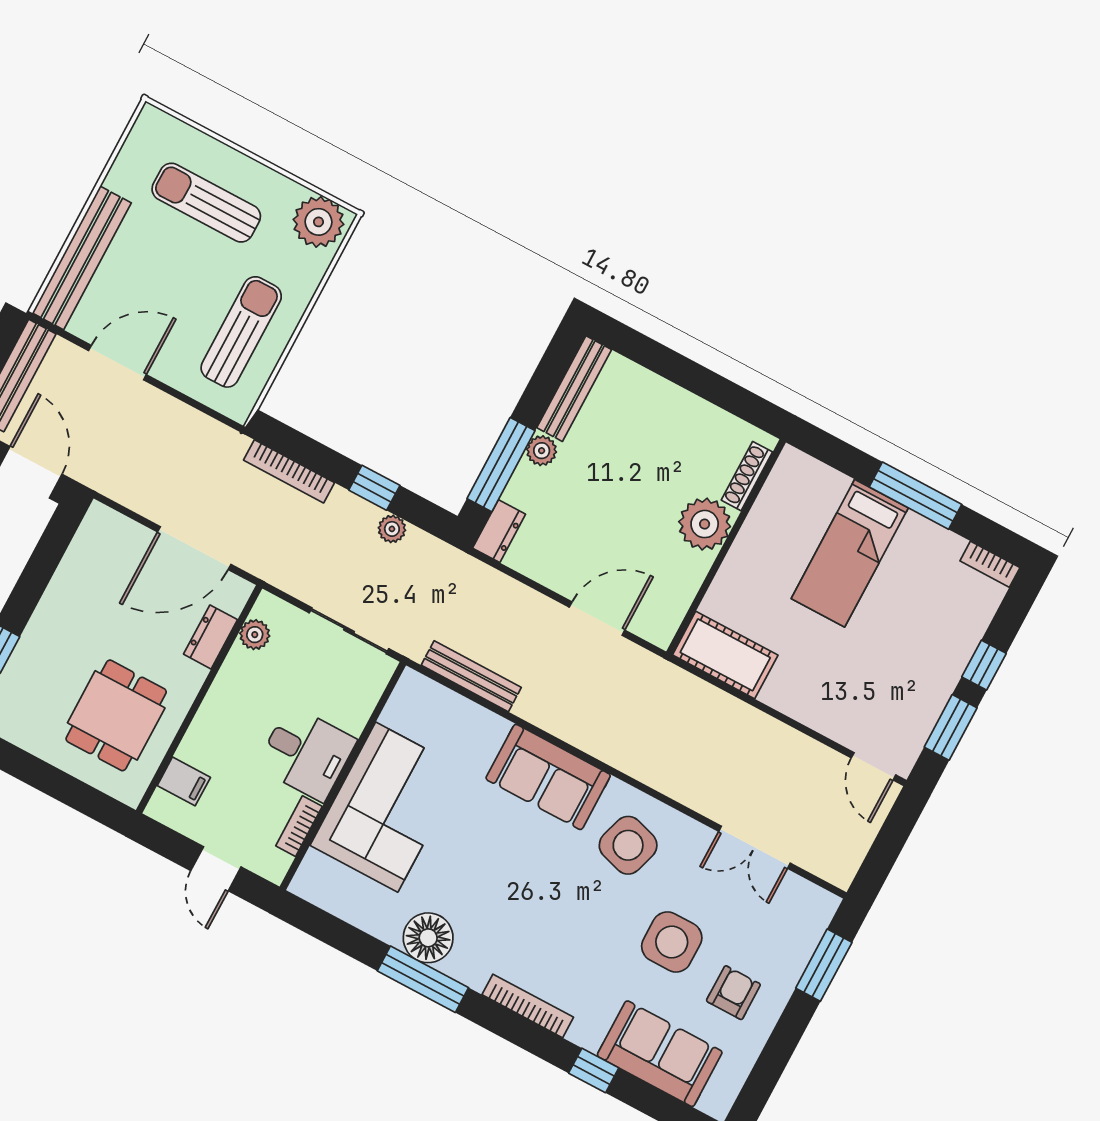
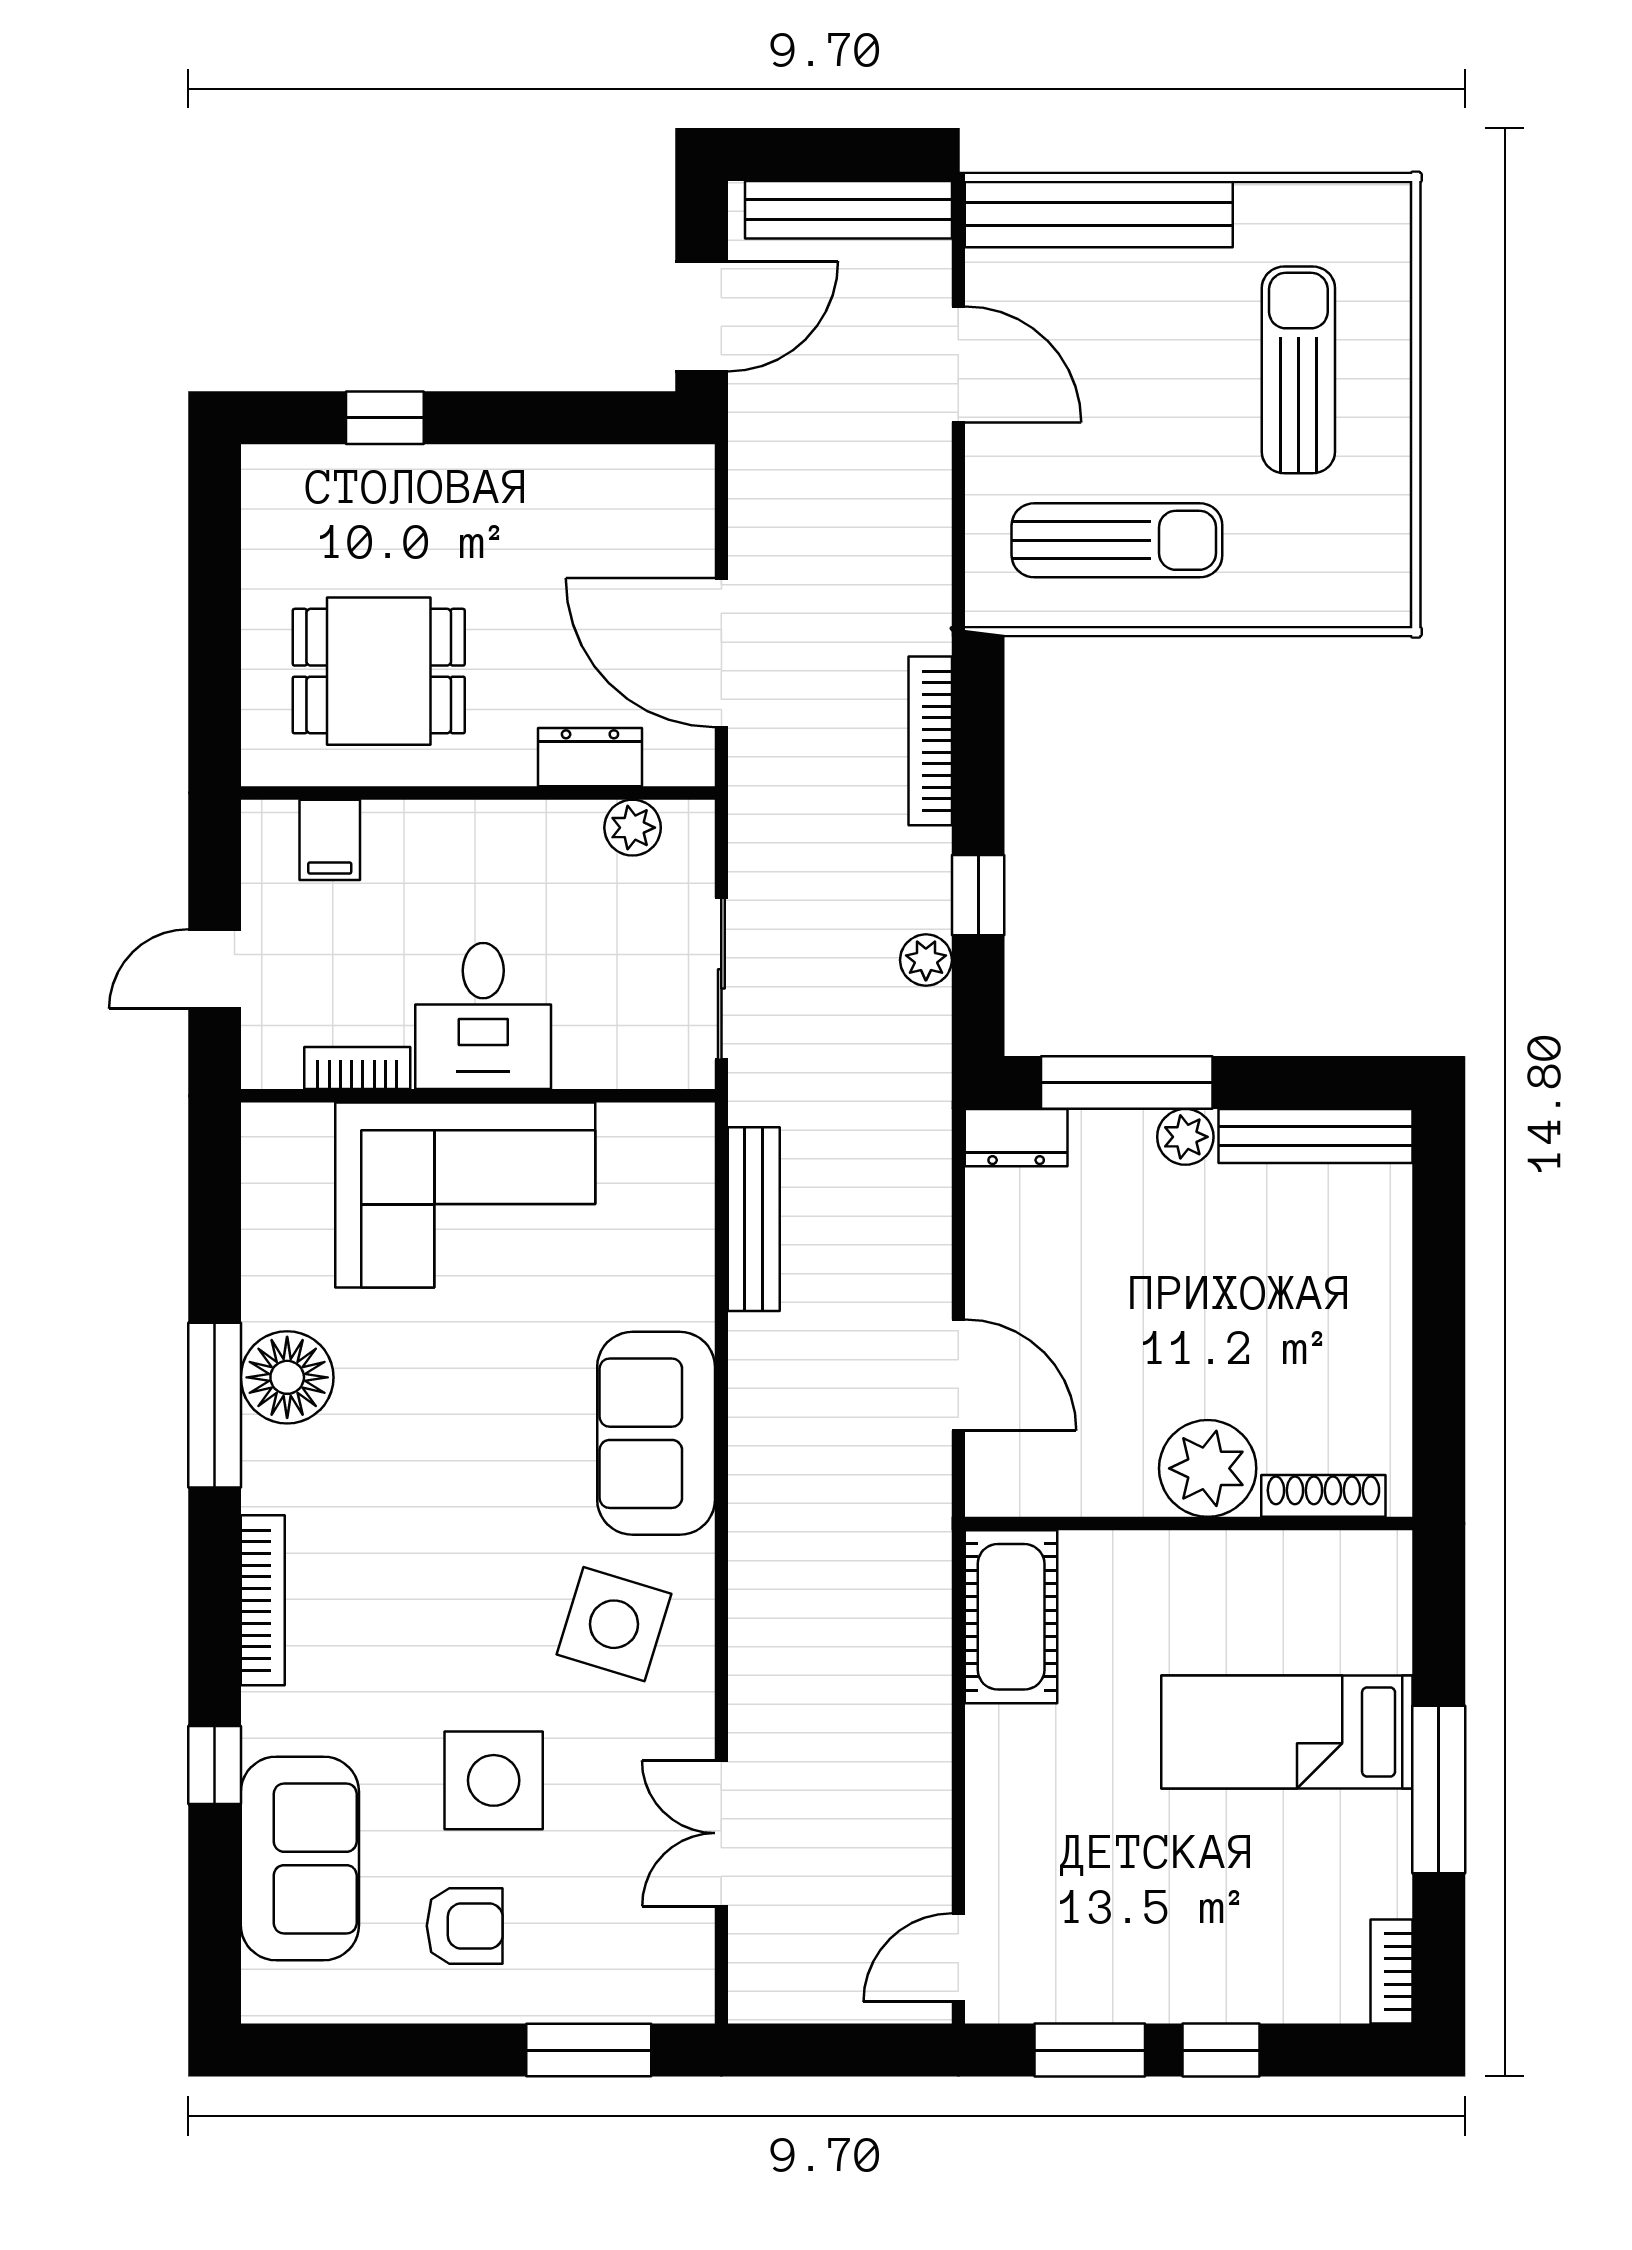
plant: (318, 222) -> (1365, 571), removed

